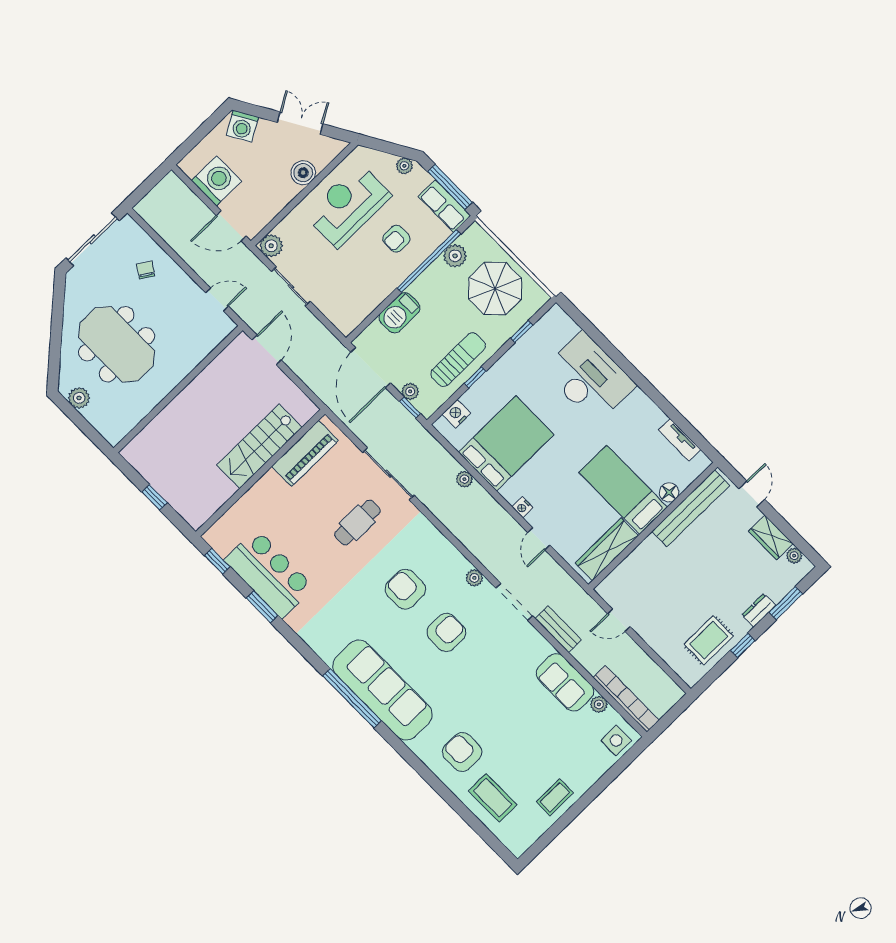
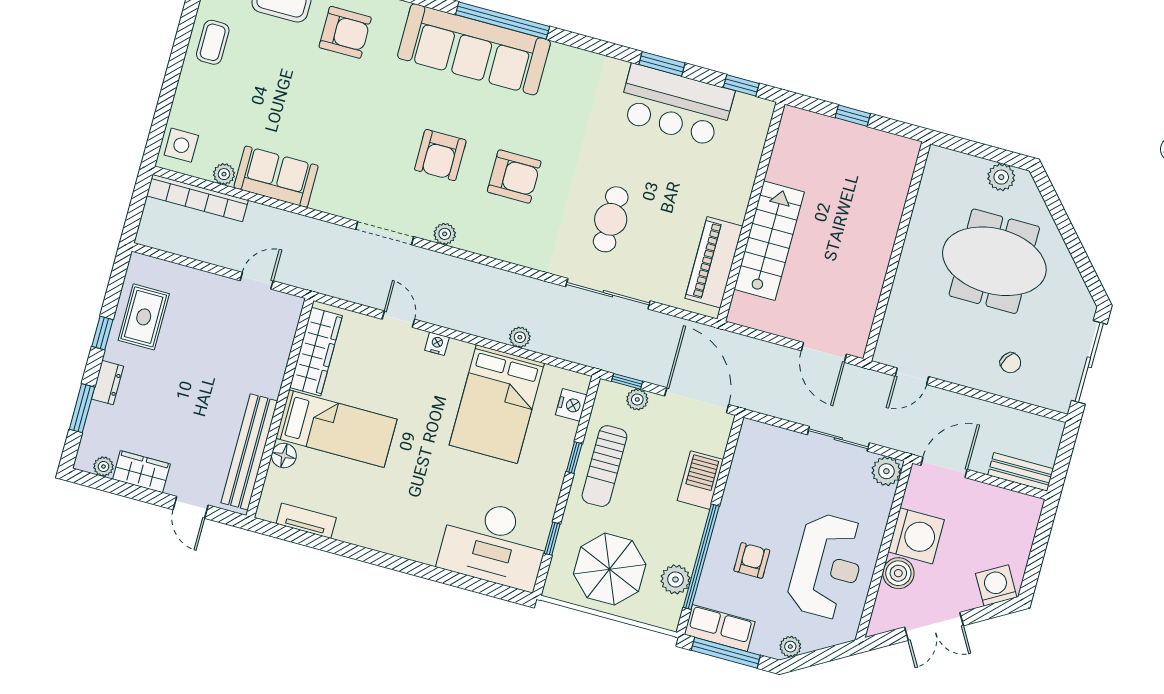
washing machine: (216, 181) -> (916, 536), moved, turned -90
desk: (589, 378) -> (494, 544), moved
bench: (558, 629) -> (1021, 472), moved

